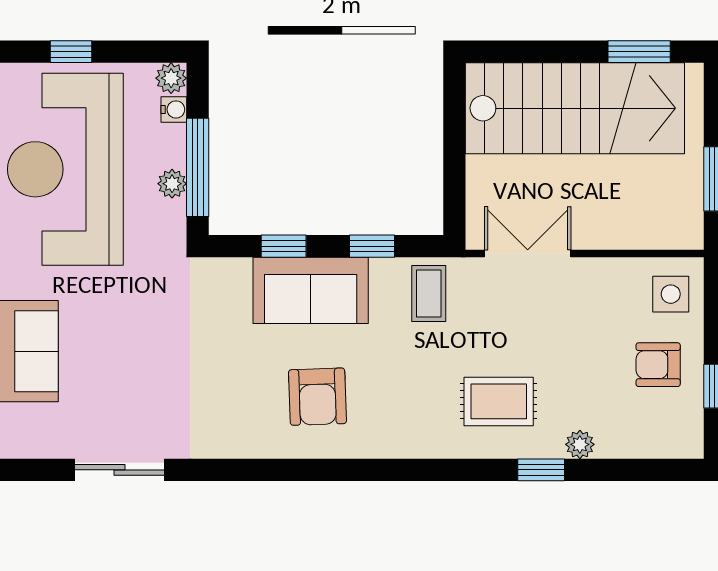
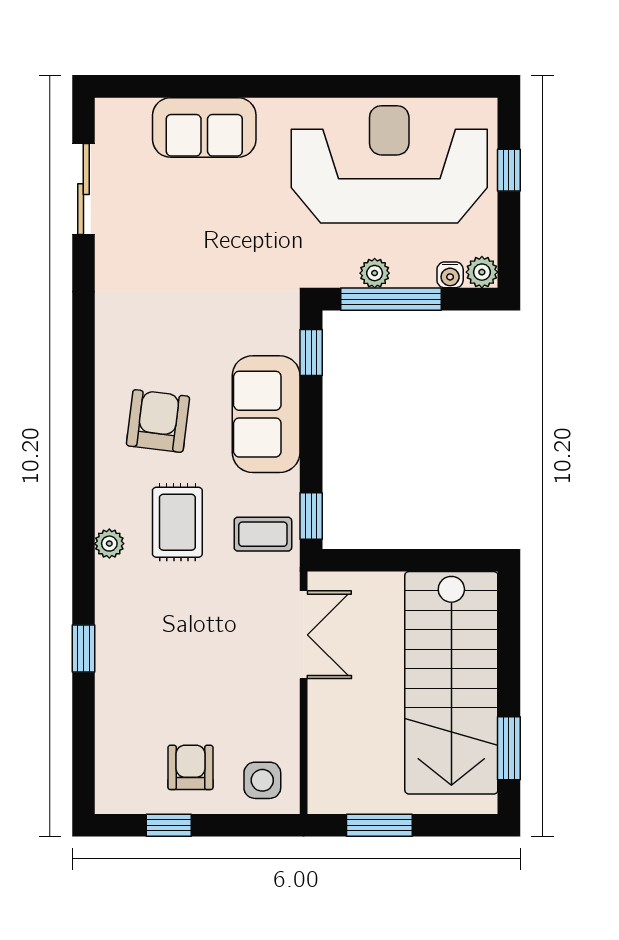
window: (284, 246) -> (311, 352), moved
window: (372, 246) -> (311, 516), moved
armchair: (317, 397) -> (158, 421), turned 99
rug: (499, 401) -> (177, 522), moved
plant: (580, 444) -> (109, 544), moved
sliding door: (120, 470) -> (83, 189), moved

